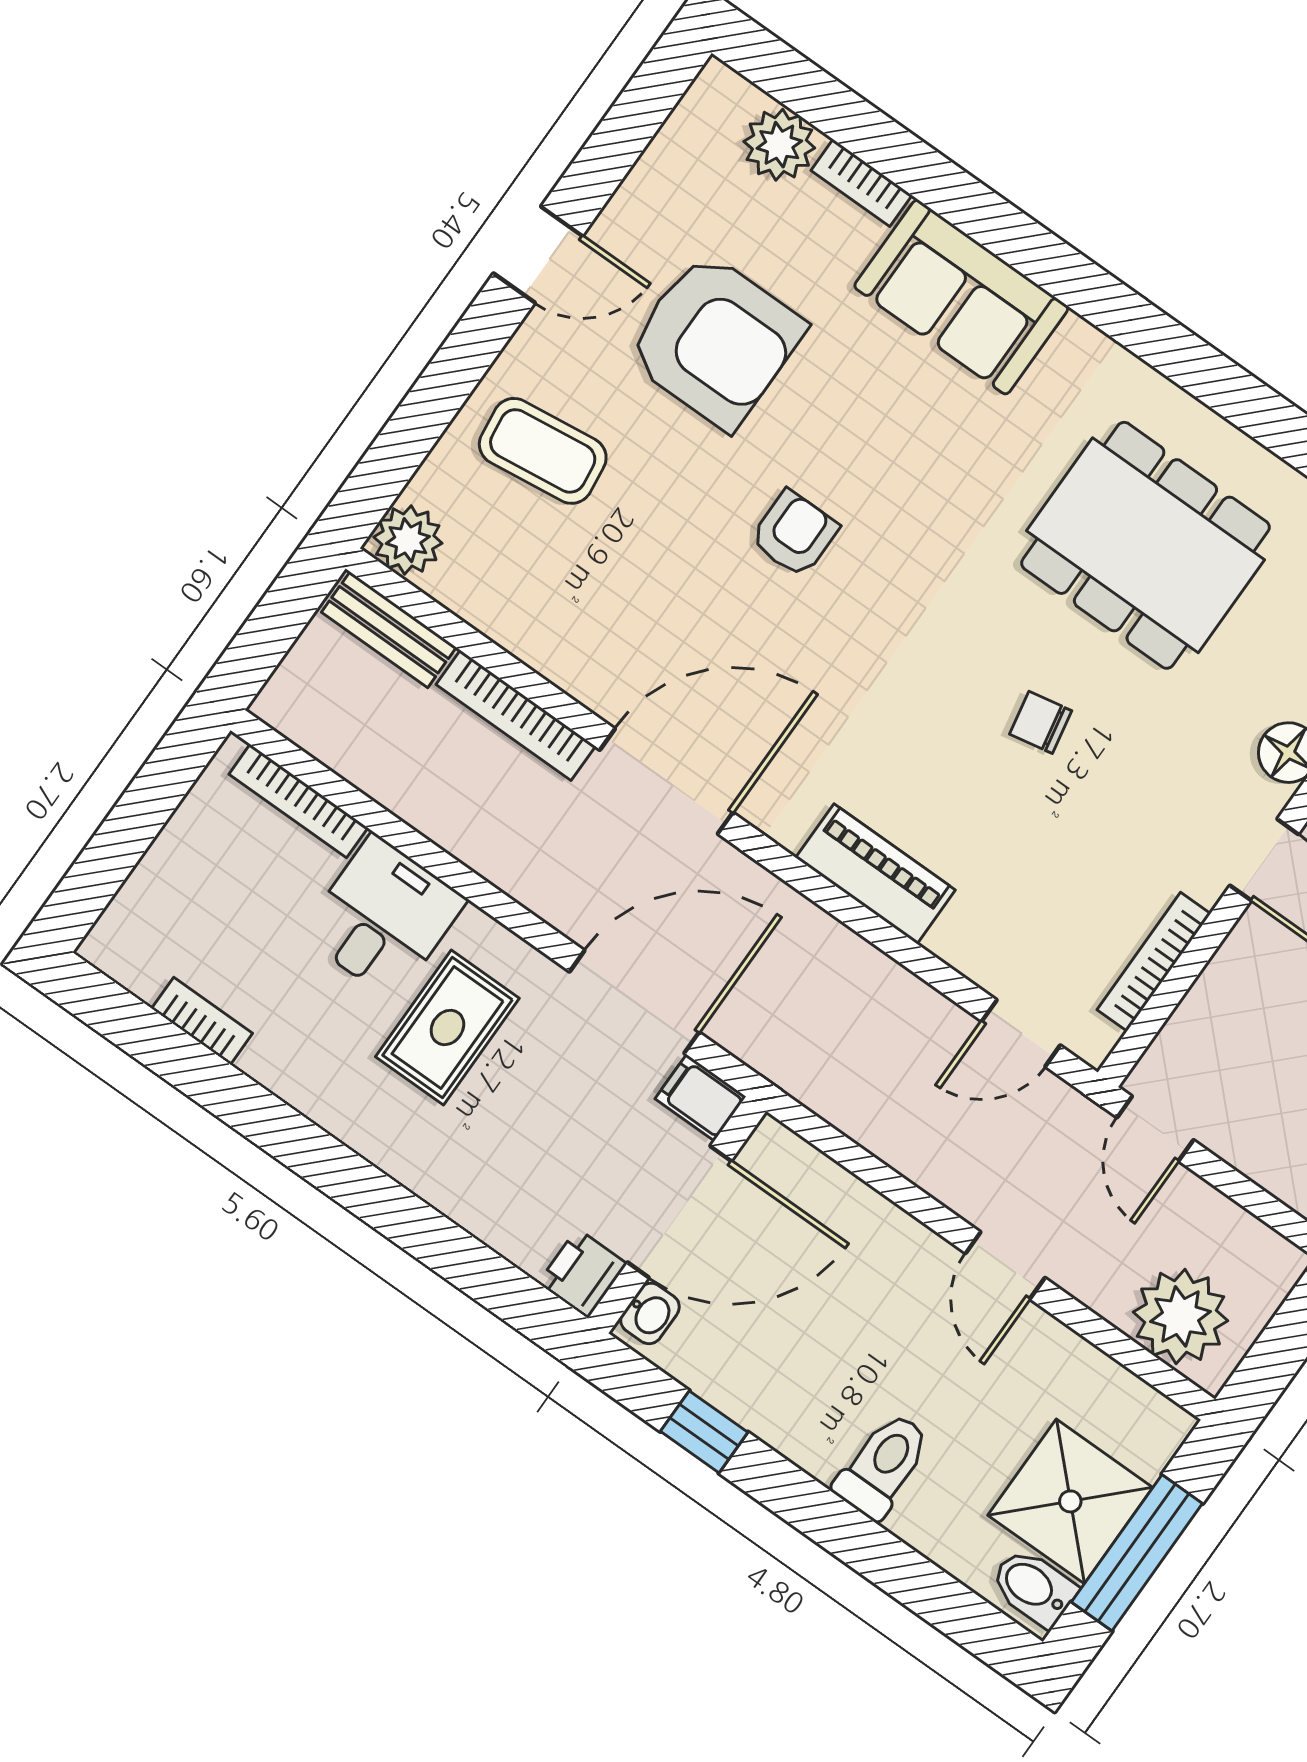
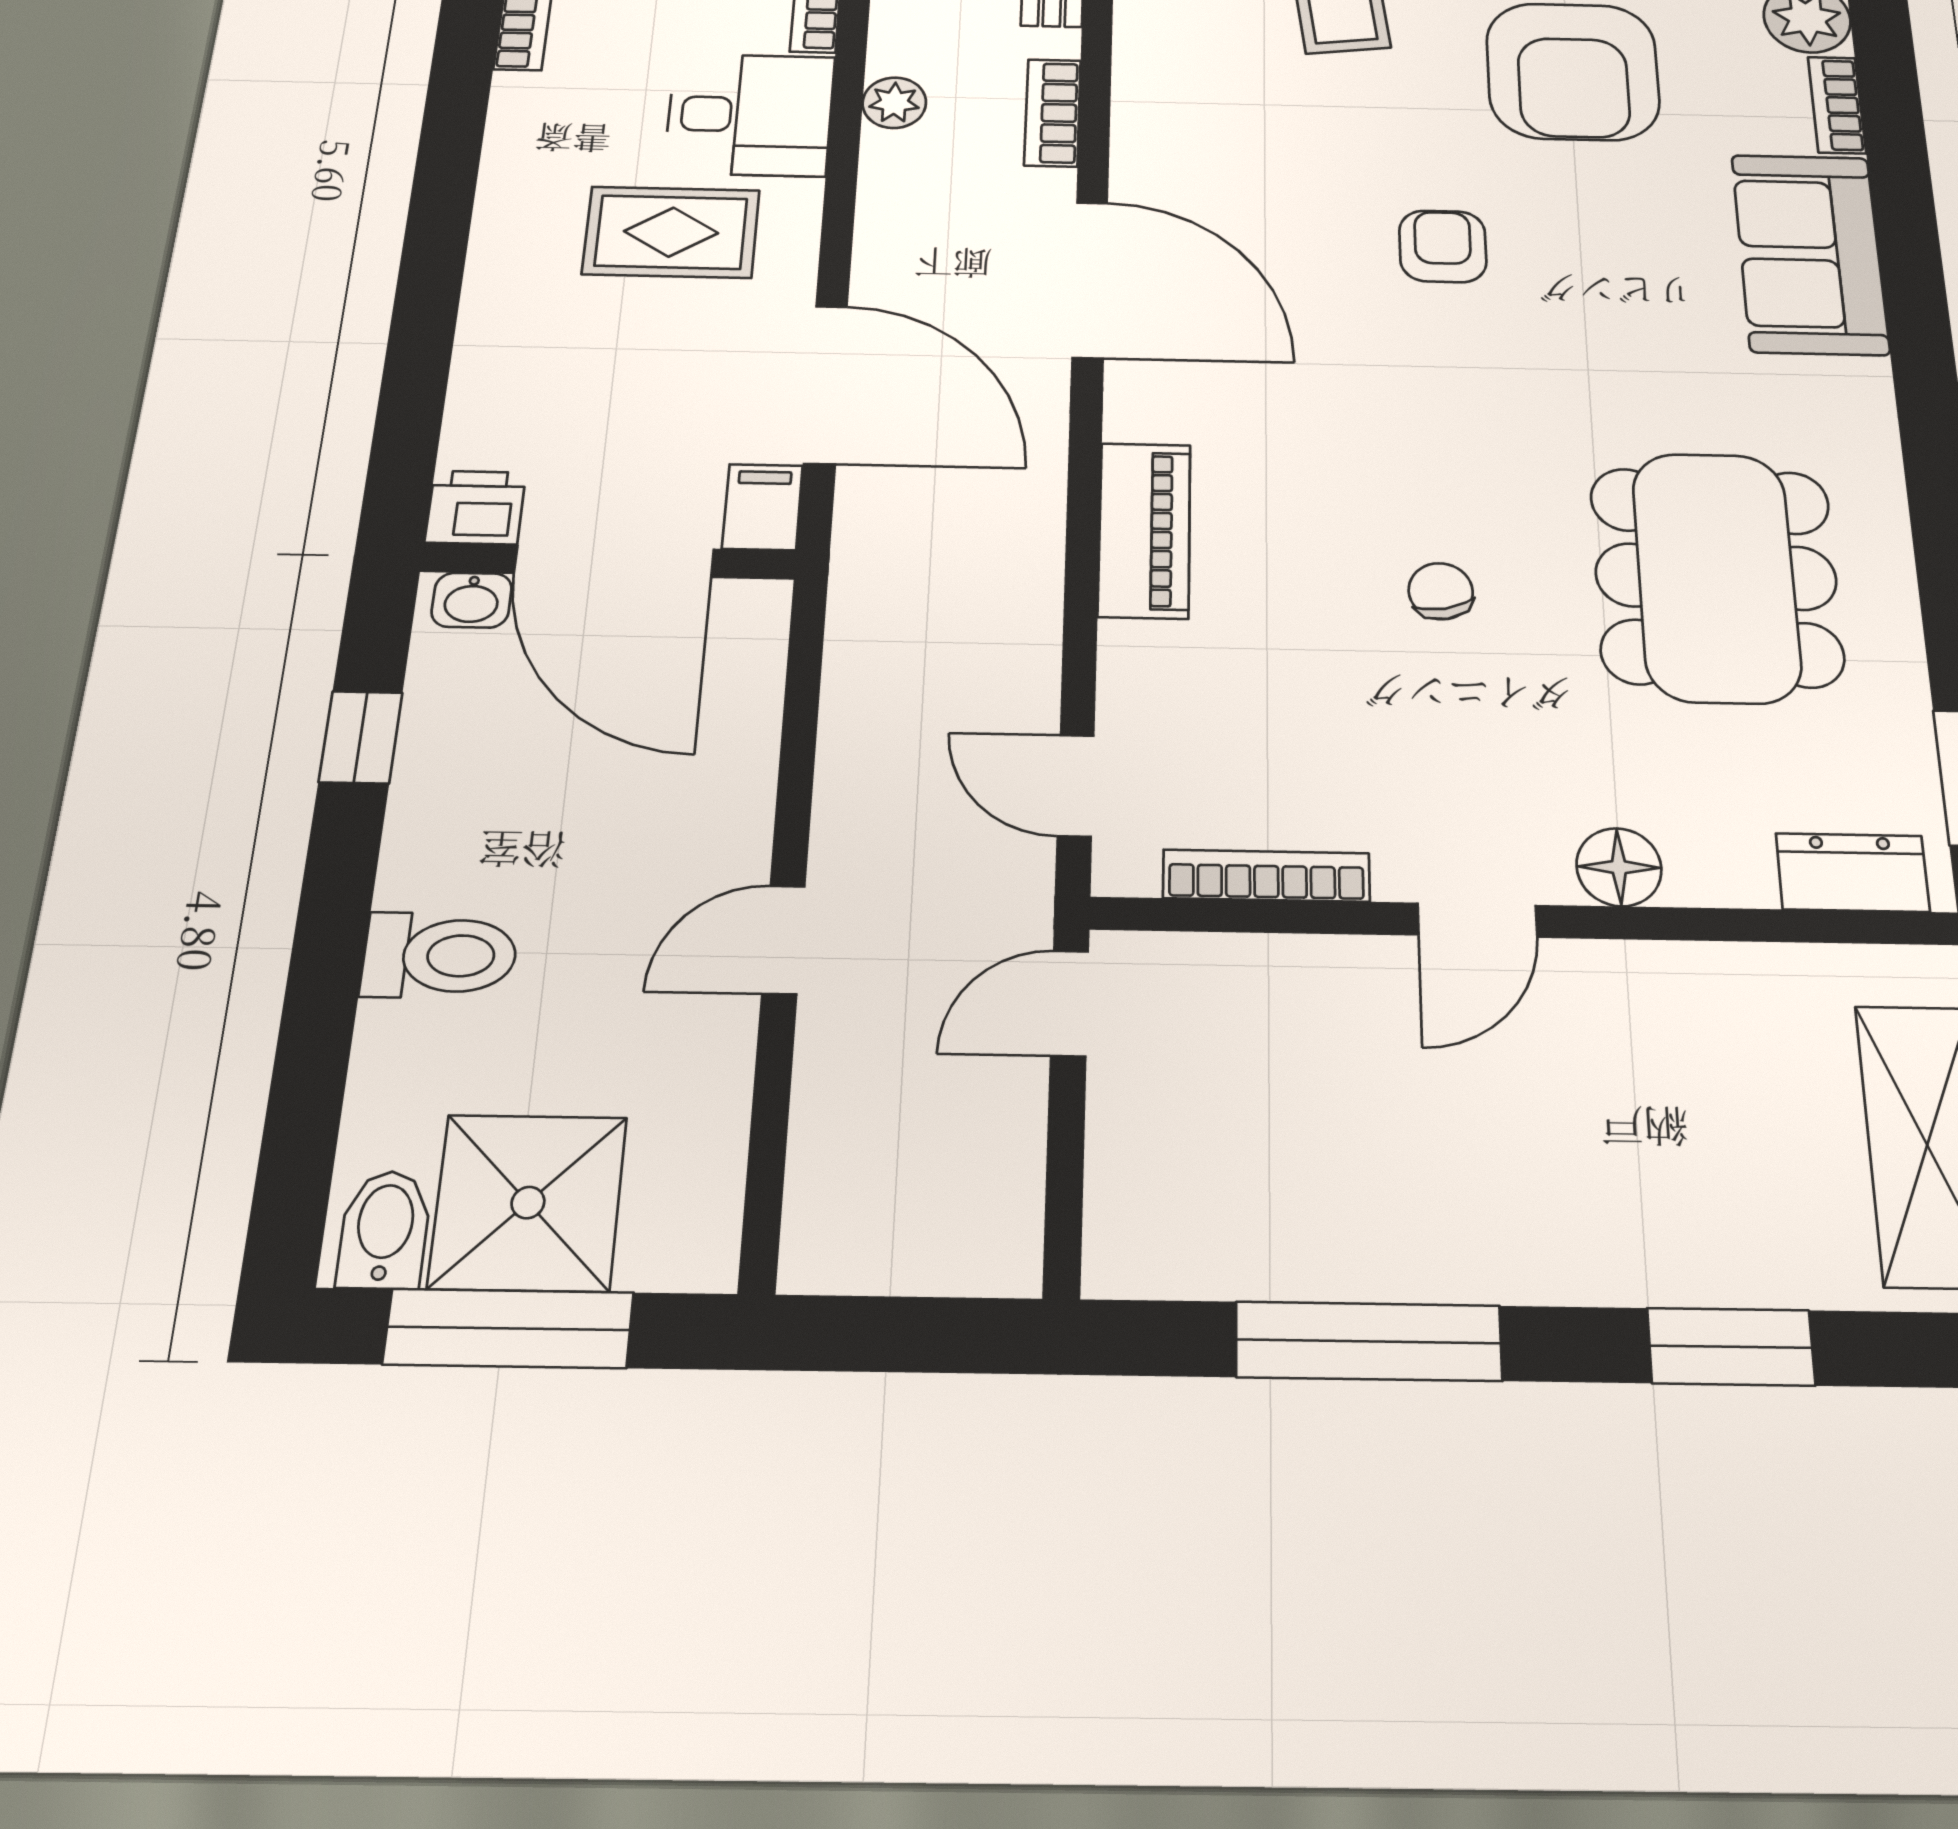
armchair: (794, 534) -> (1443, 246), turned -90
bookcase: (516, 715) -> (1053, 113), width x0.64
plant: (1180, 1316) -> (894, 103), moved, width x0.53, depth x0.53

